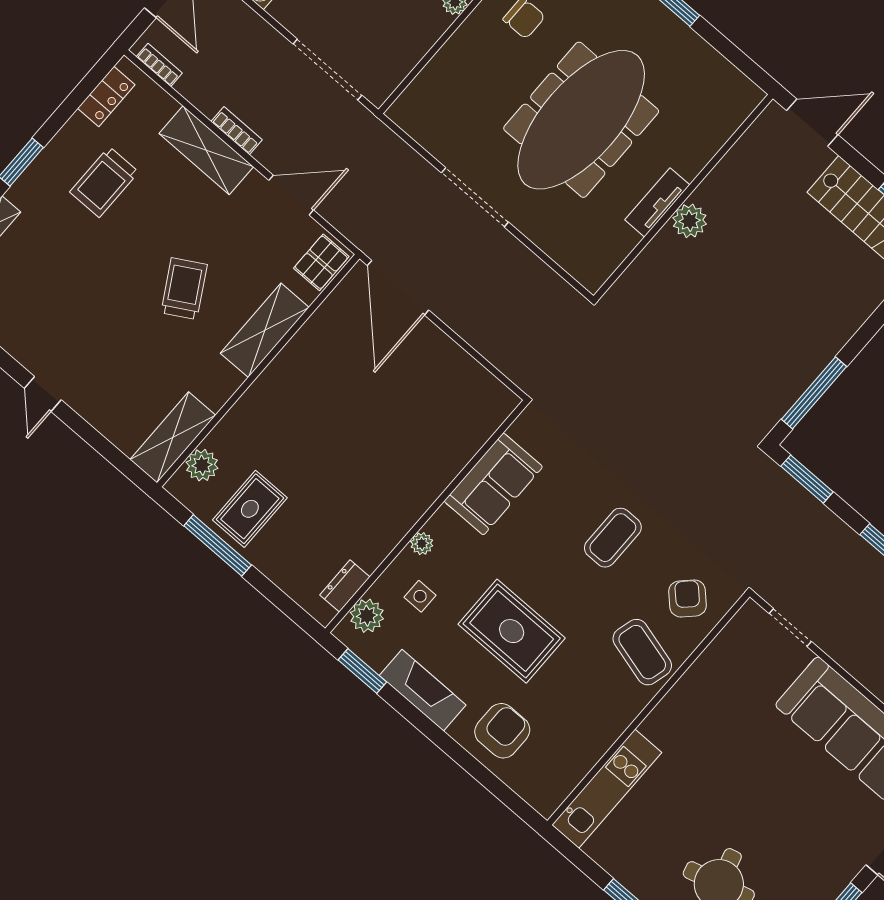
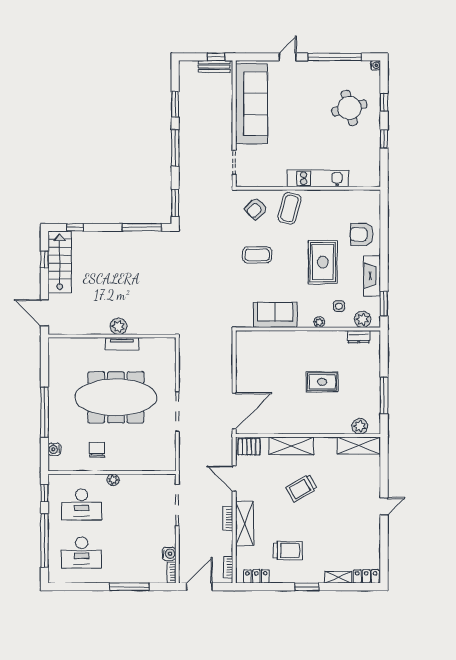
rug: (250, 509) -> (322, 382), moved
kitchen unit: (607, 789) -> (318, 178), moved

